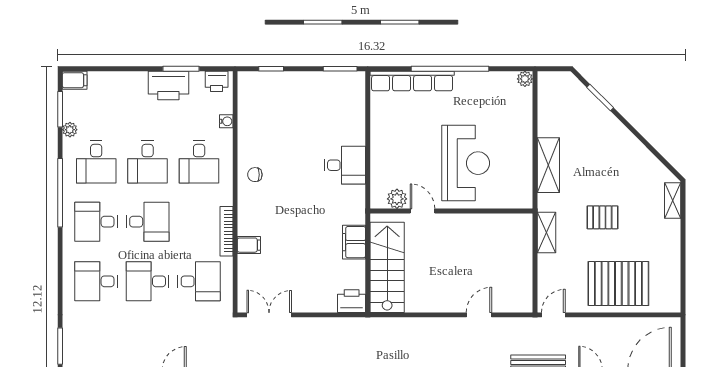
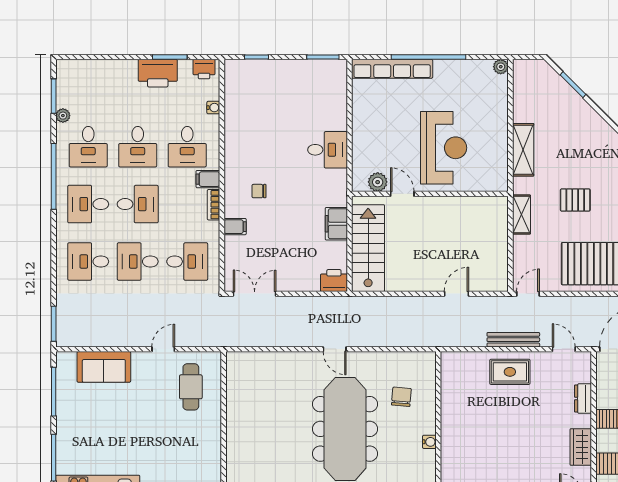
filing cabinet: (75, 80) -> (208, 179), moved, turned 180
chair: (255, 175) -> (259, 191), moved
bookcase: (226, 231) -> (214, 205), width x0.64

